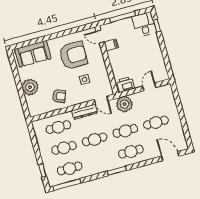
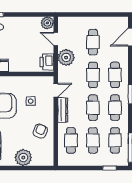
plant: (162, 75) -> (47, 23), added
plant: (124, 104) -> (66, 57), moved
cafe table: (100, 160) -> (115, 108), added

